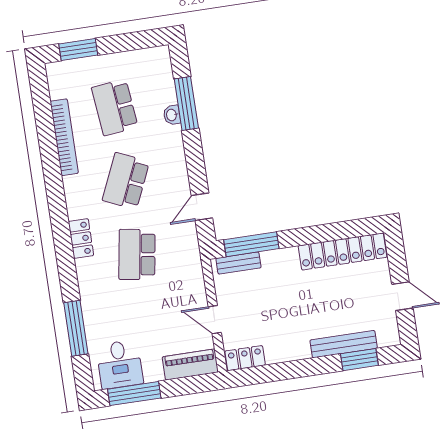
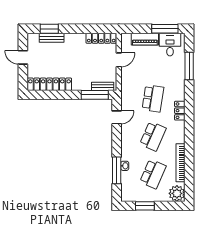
window: (78, 49) -> (145, 206), moved
plant: (62, 76) -> (177, 193), added
school desk: (115, 107) -> (153, 174), turned 30
door: (215, 320) -> (119, 60), hinge flipped
bench: (344, 344) -> (52, 38), width x0.73
locker: (245, 358) -> (101, 38), width x1.53
piano: (190, 365) -> (145, 39), moved

